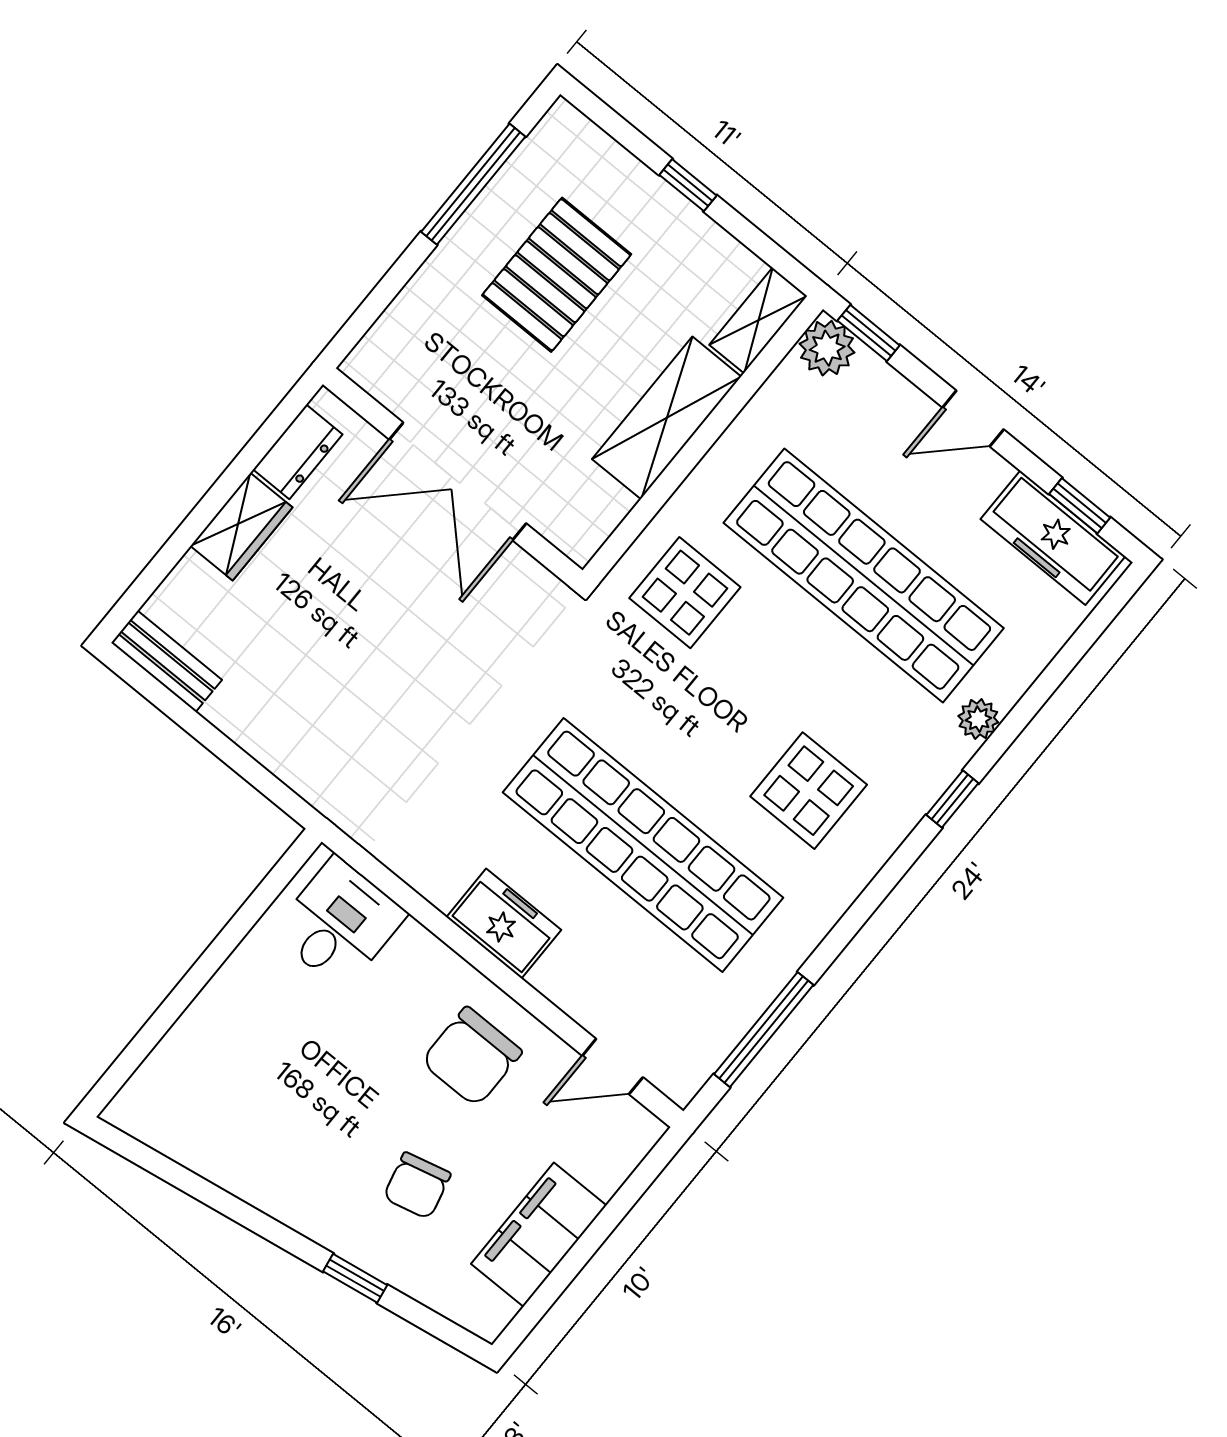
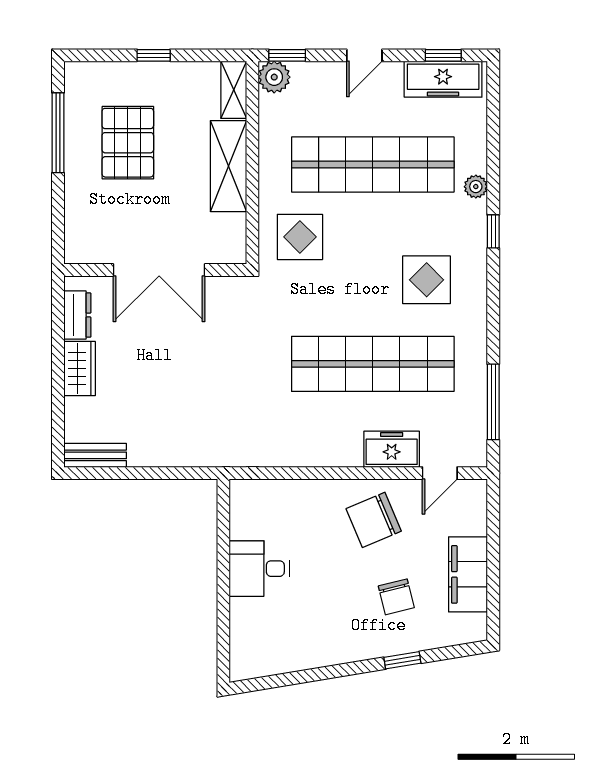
desk: (339, 923) -> (259, 569), moved, turned -90
freezer: (504, 924) -> (392, 449), moved
chair: (472, 1057) -> (374, 520), turned 67

